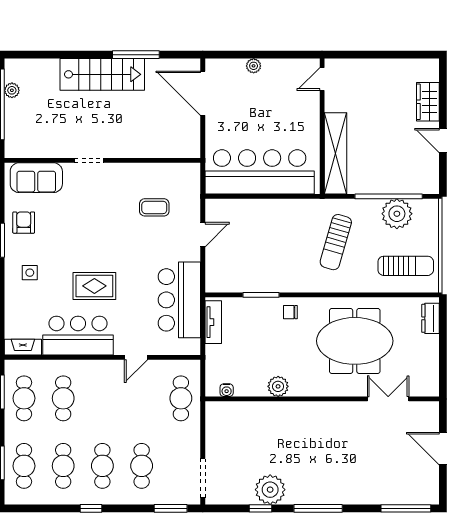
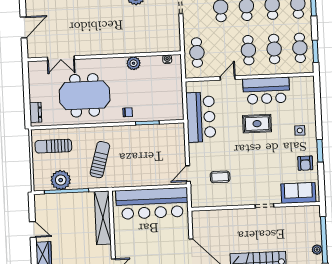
door: (203, 235) -> (188, 174), moved
tv unit: (213, 322) -> (178, 103), removed
fireplace: (23, 347) -> (302, 81), removed
cafe table: (102, 398) -> (248, 50), added
door: (443, 449) -> (24, 27), hinge flipped

